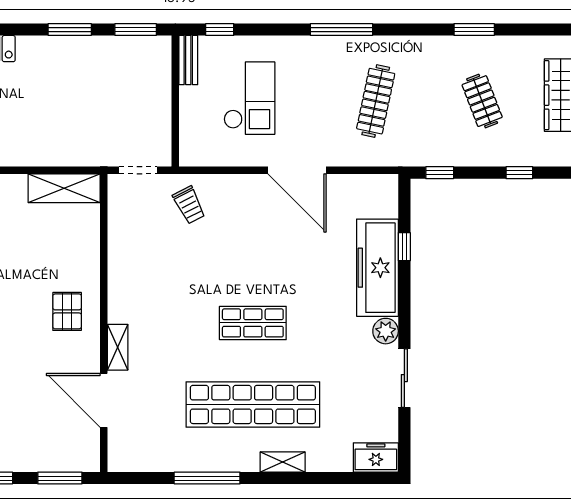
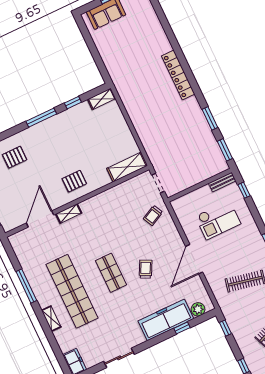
shelving: (64, 188) -> (127, 167), moved, turned 90
trolley: (274, 261) -> (146, 269), added
plant: (386, 331) -> (198, 309), moved

